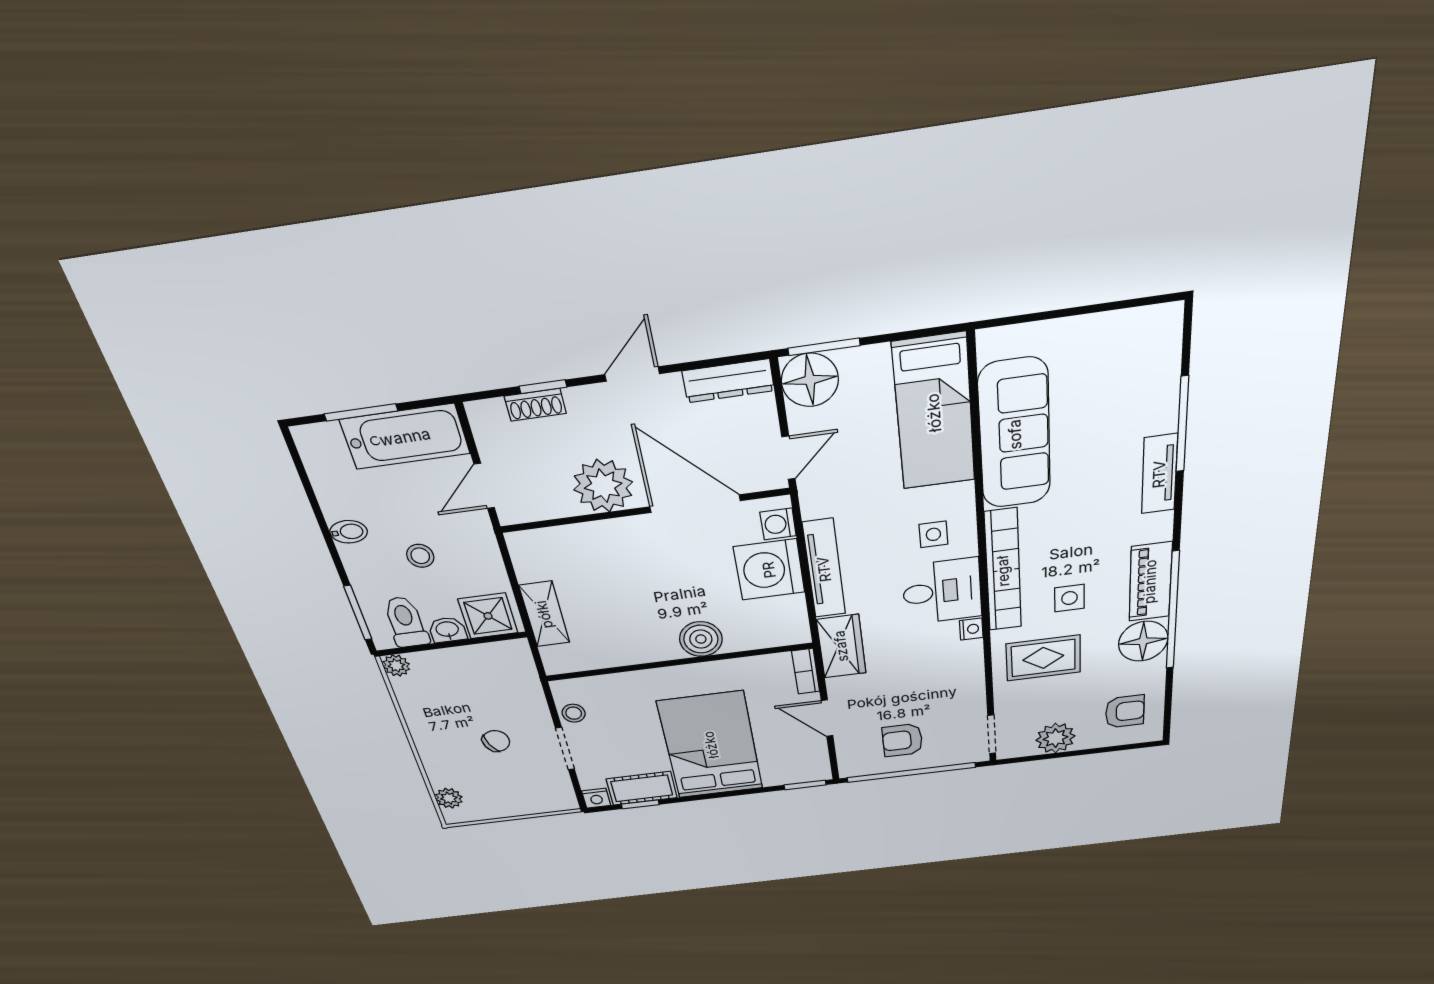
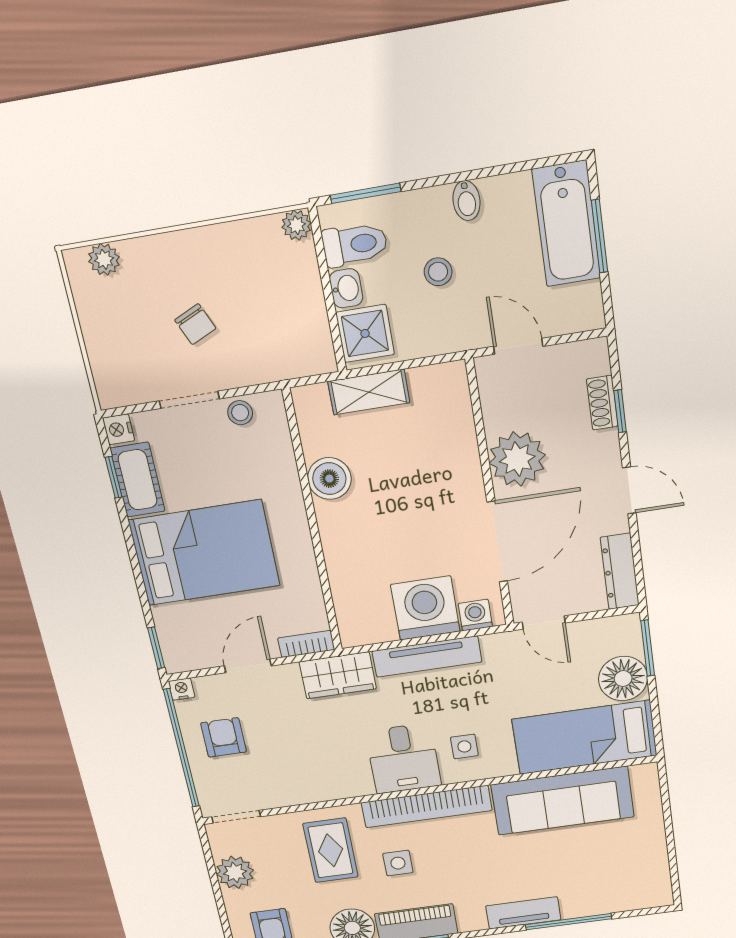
floor lamp: (810, 380) -> (623, 679), moved
bathtub: (405, 437) -> (567, 224), moved
nightstand: (971, 629) -> (182, 689), moved, turned 180
boiler: (701, 639) -> (329, 479), moved

